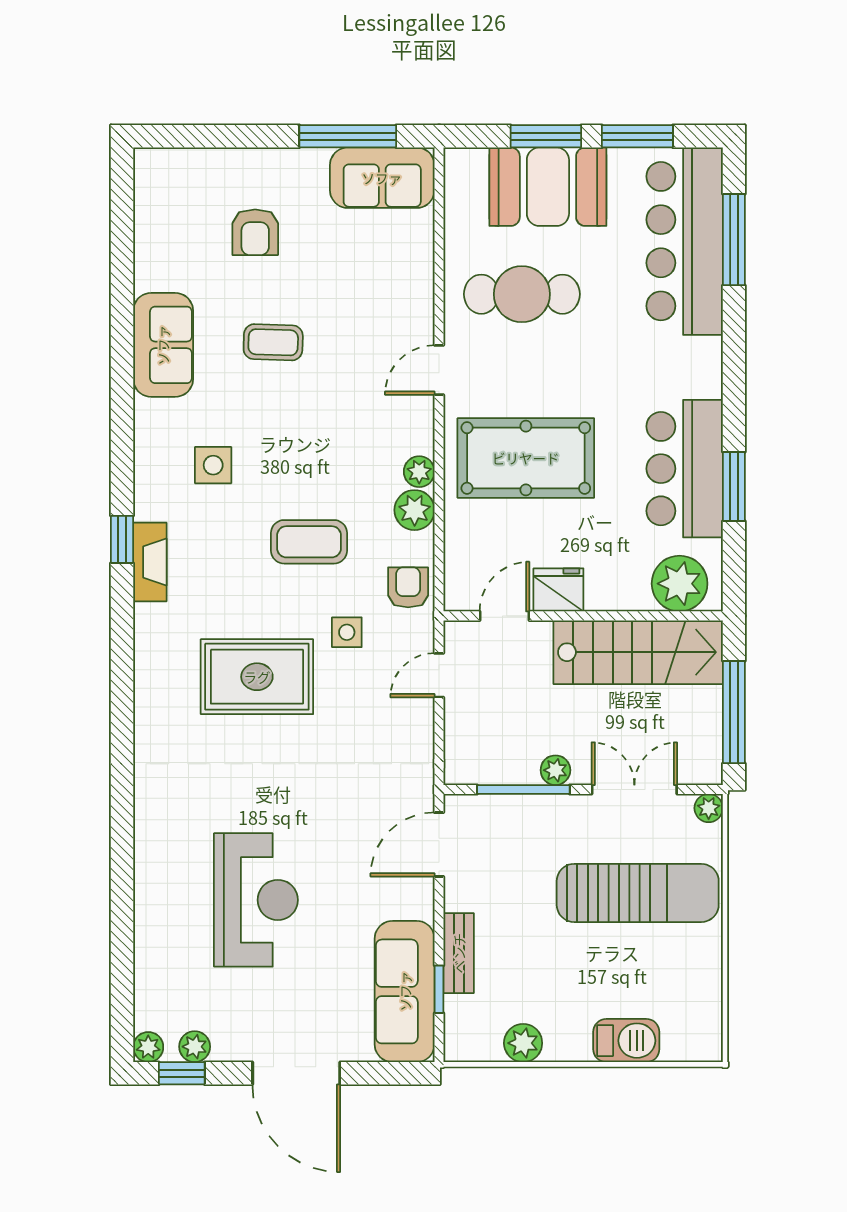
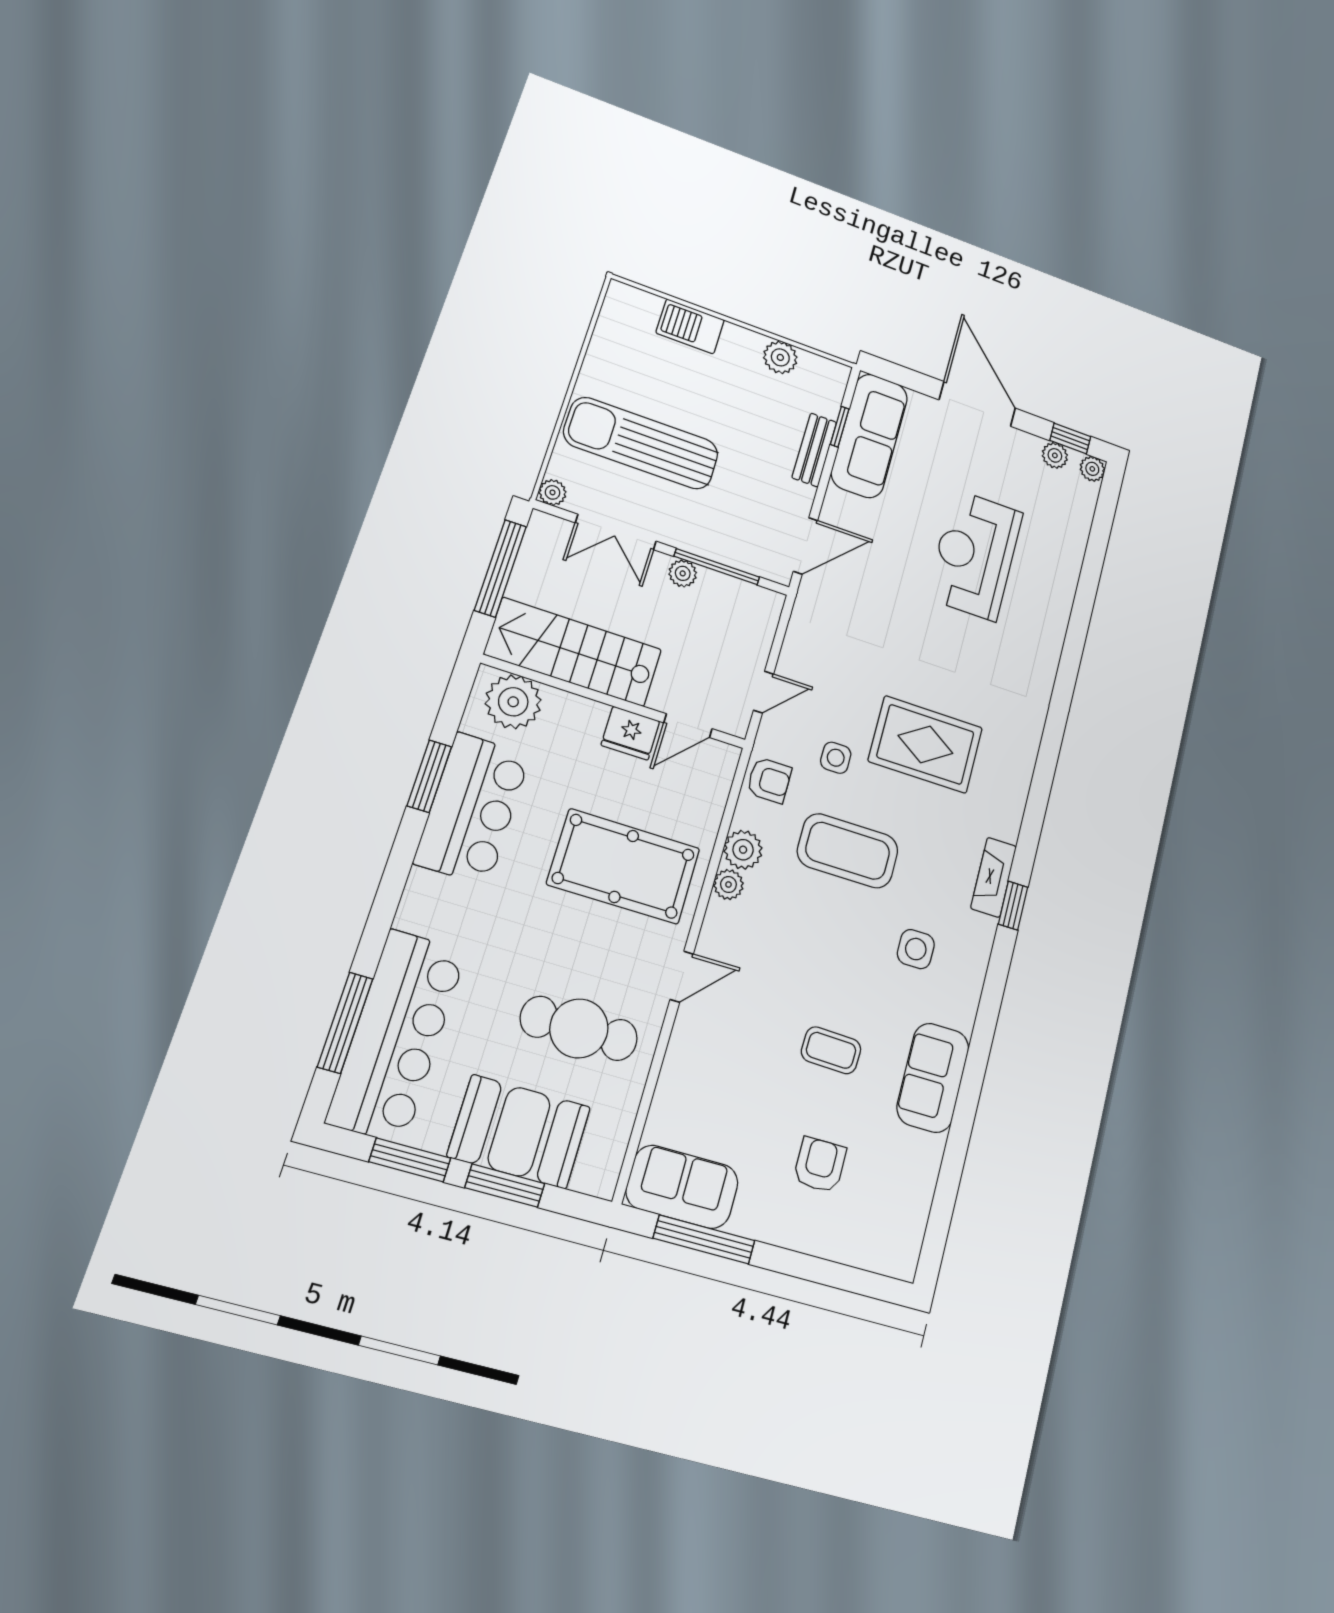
coffee table: (309, 542) -> (848, 851), width x1.36, depth x1.32
armchair: (408, 587) -> (769, 780), turned -90

